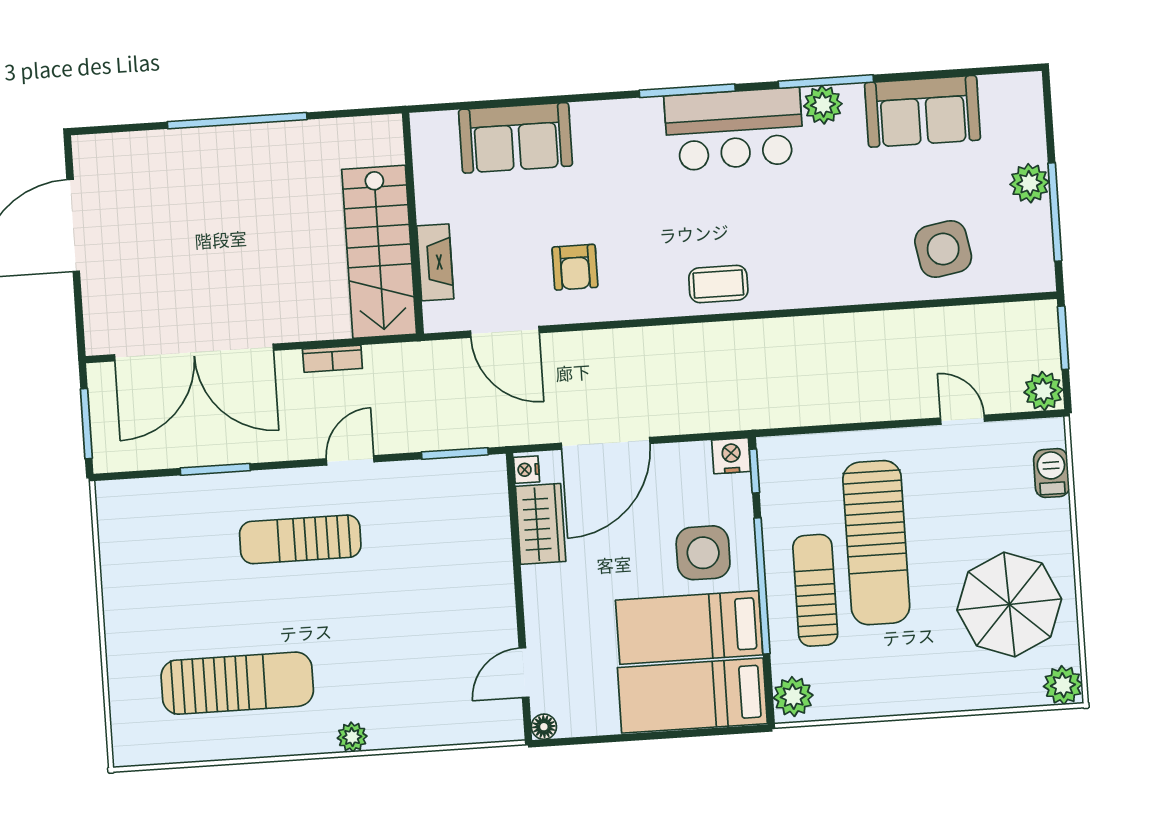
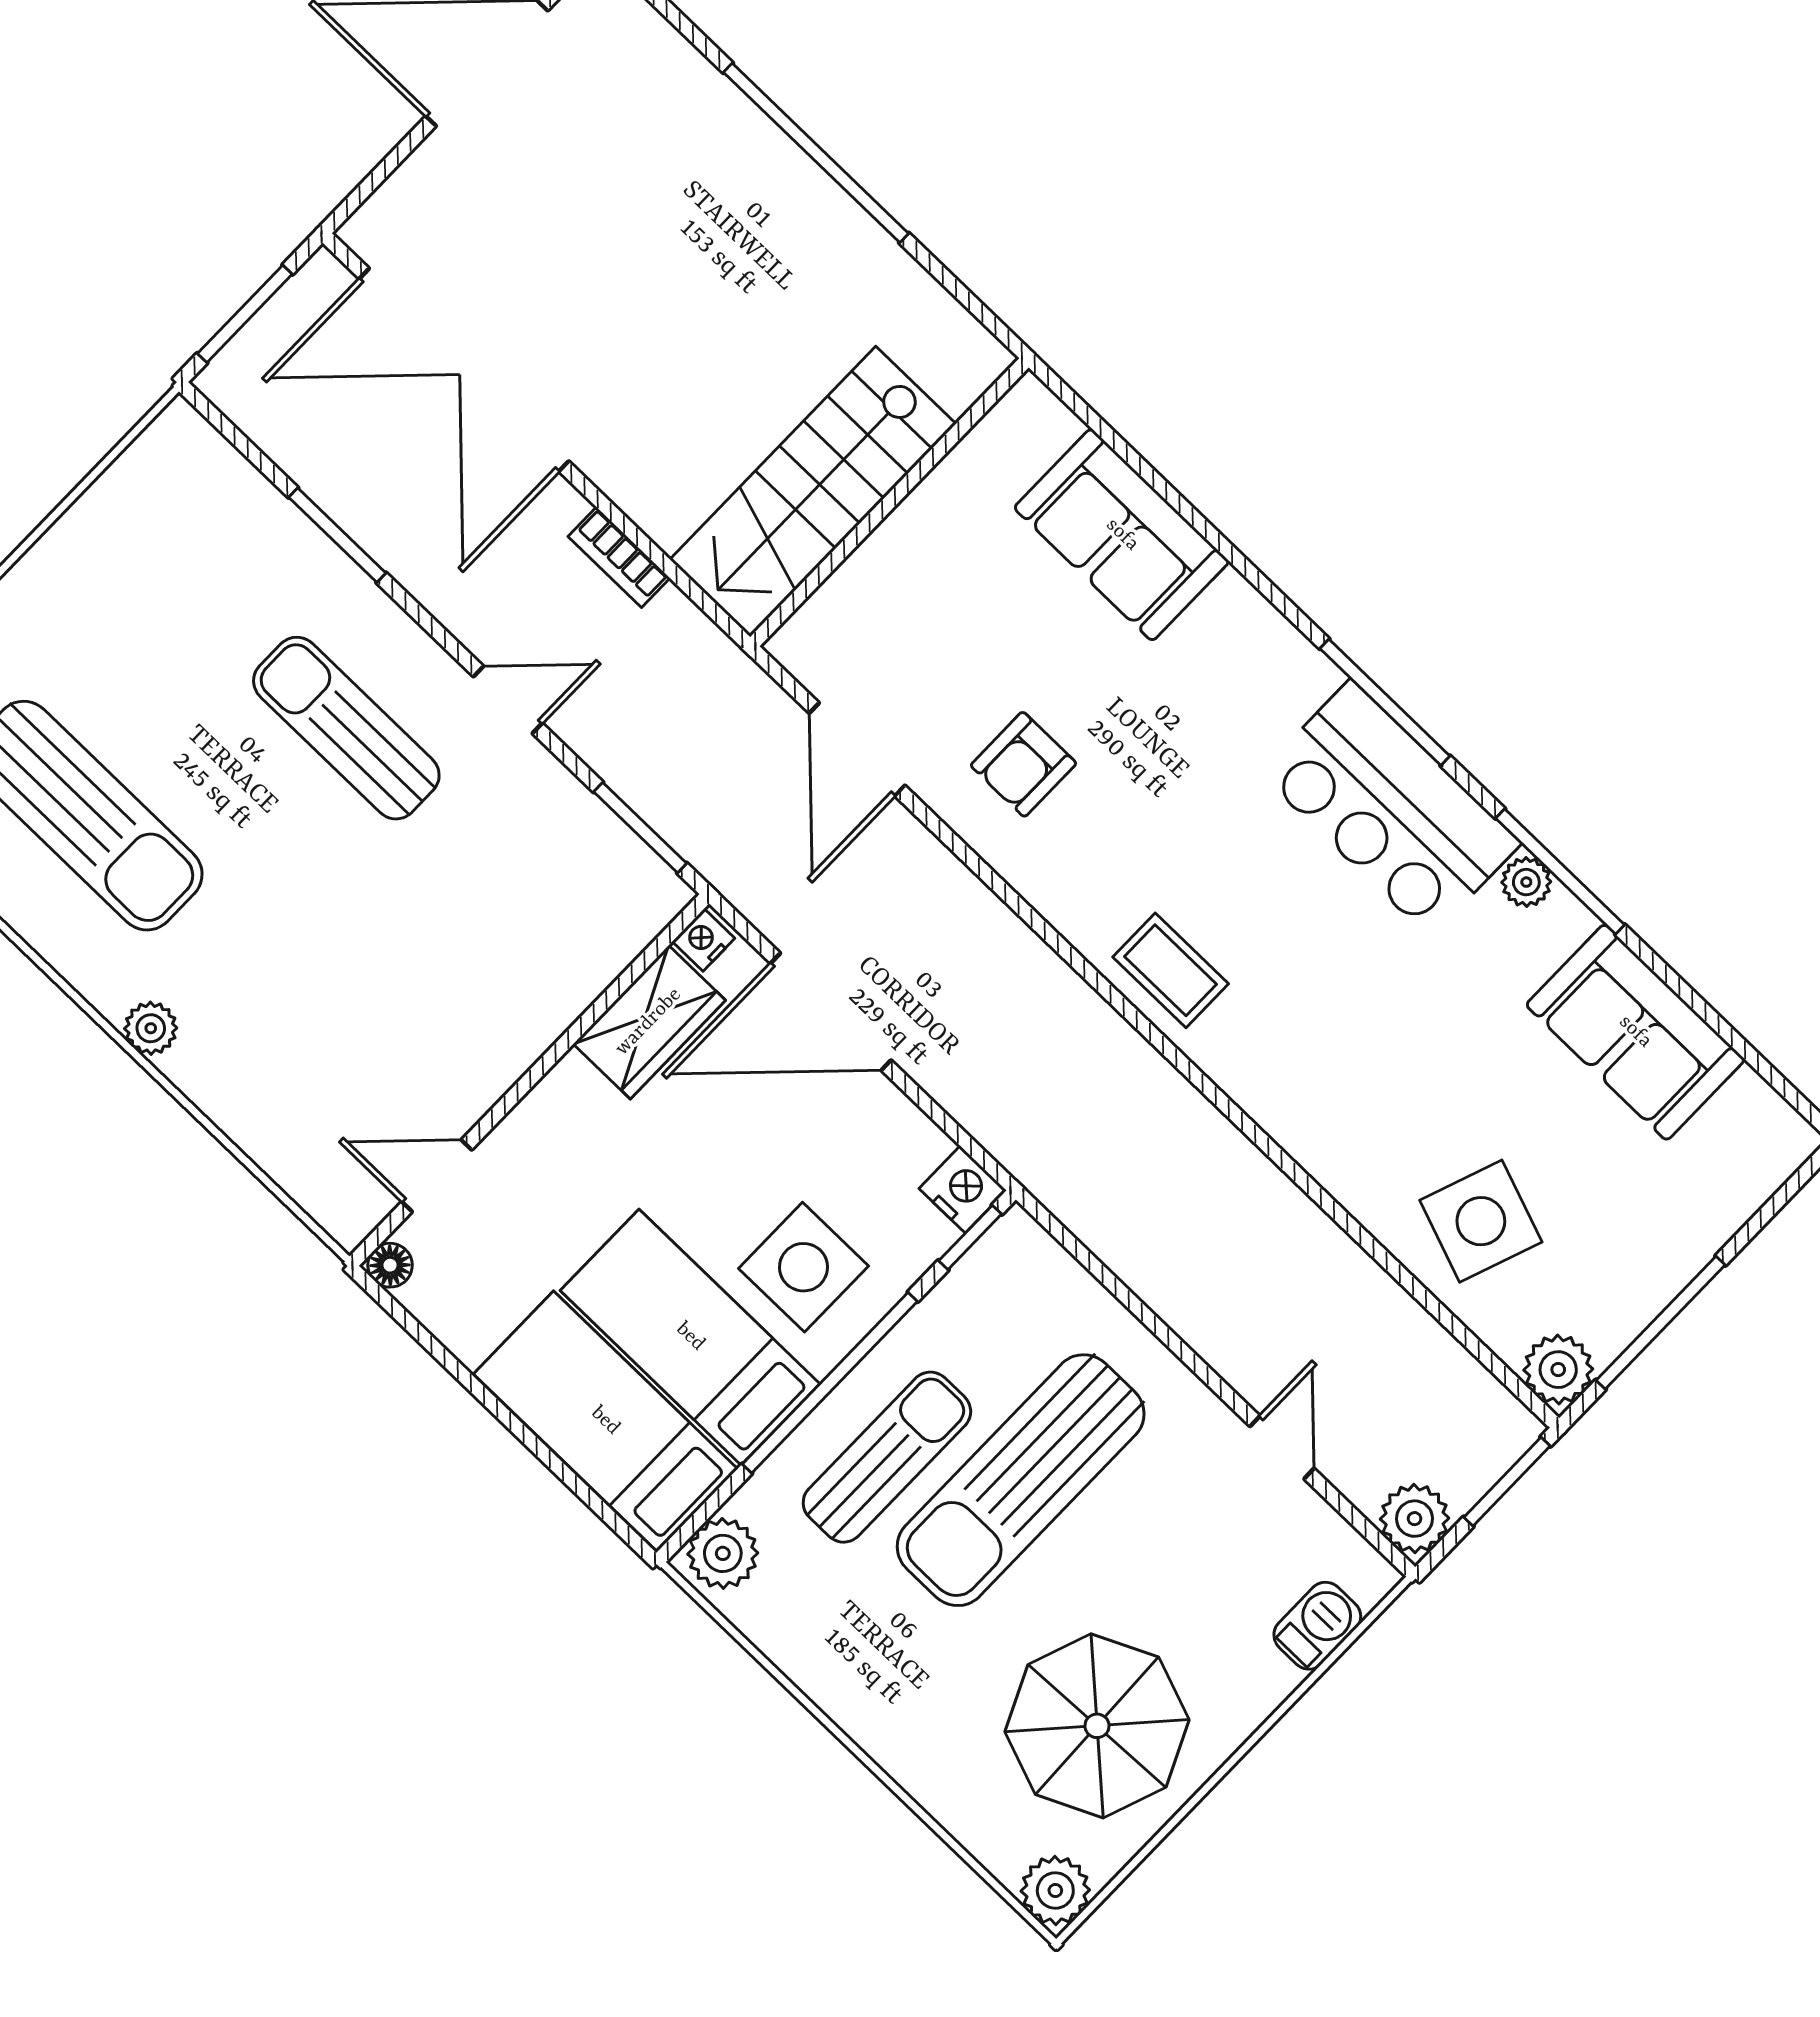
plant: (823, 105) -> (1526, 882), width x0.73, depth x0.73
plant: (1029, 183) -> (1558, 1370), moved
side table: (943, 249) -> (1481, 1221), turned 30
fireplace: (435, 262) -> (865, 577), removed

